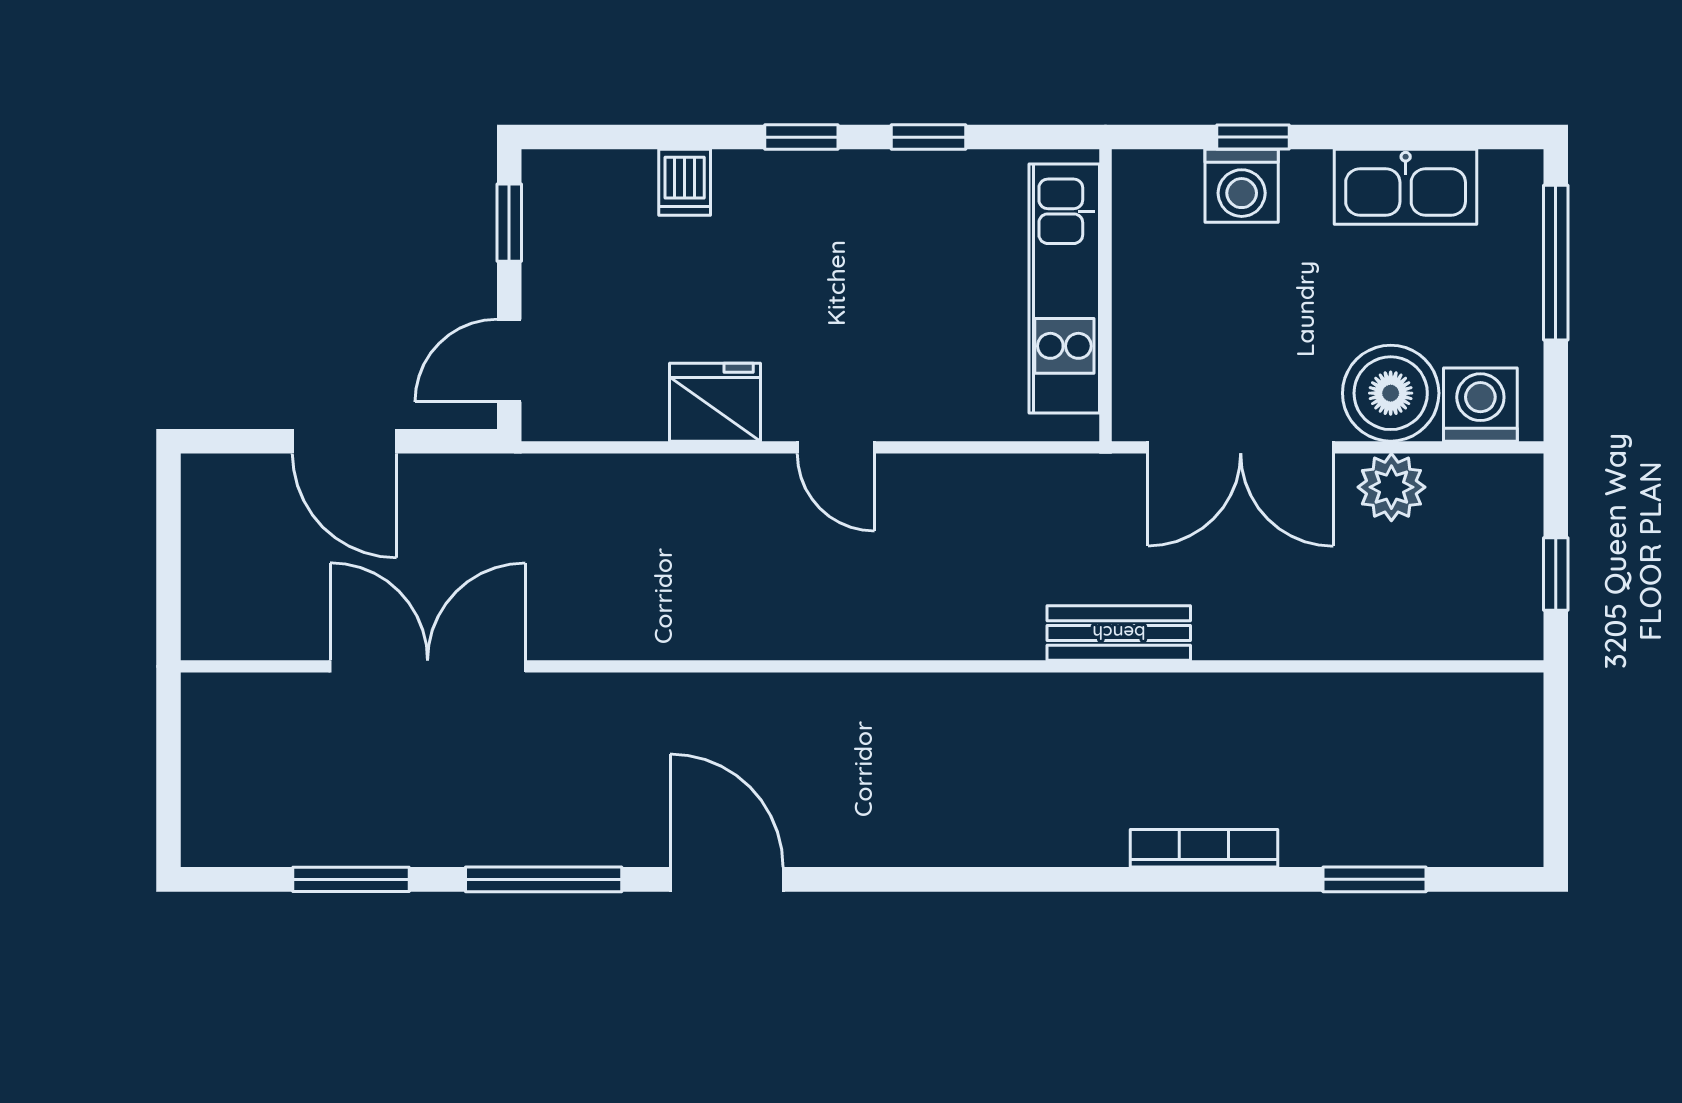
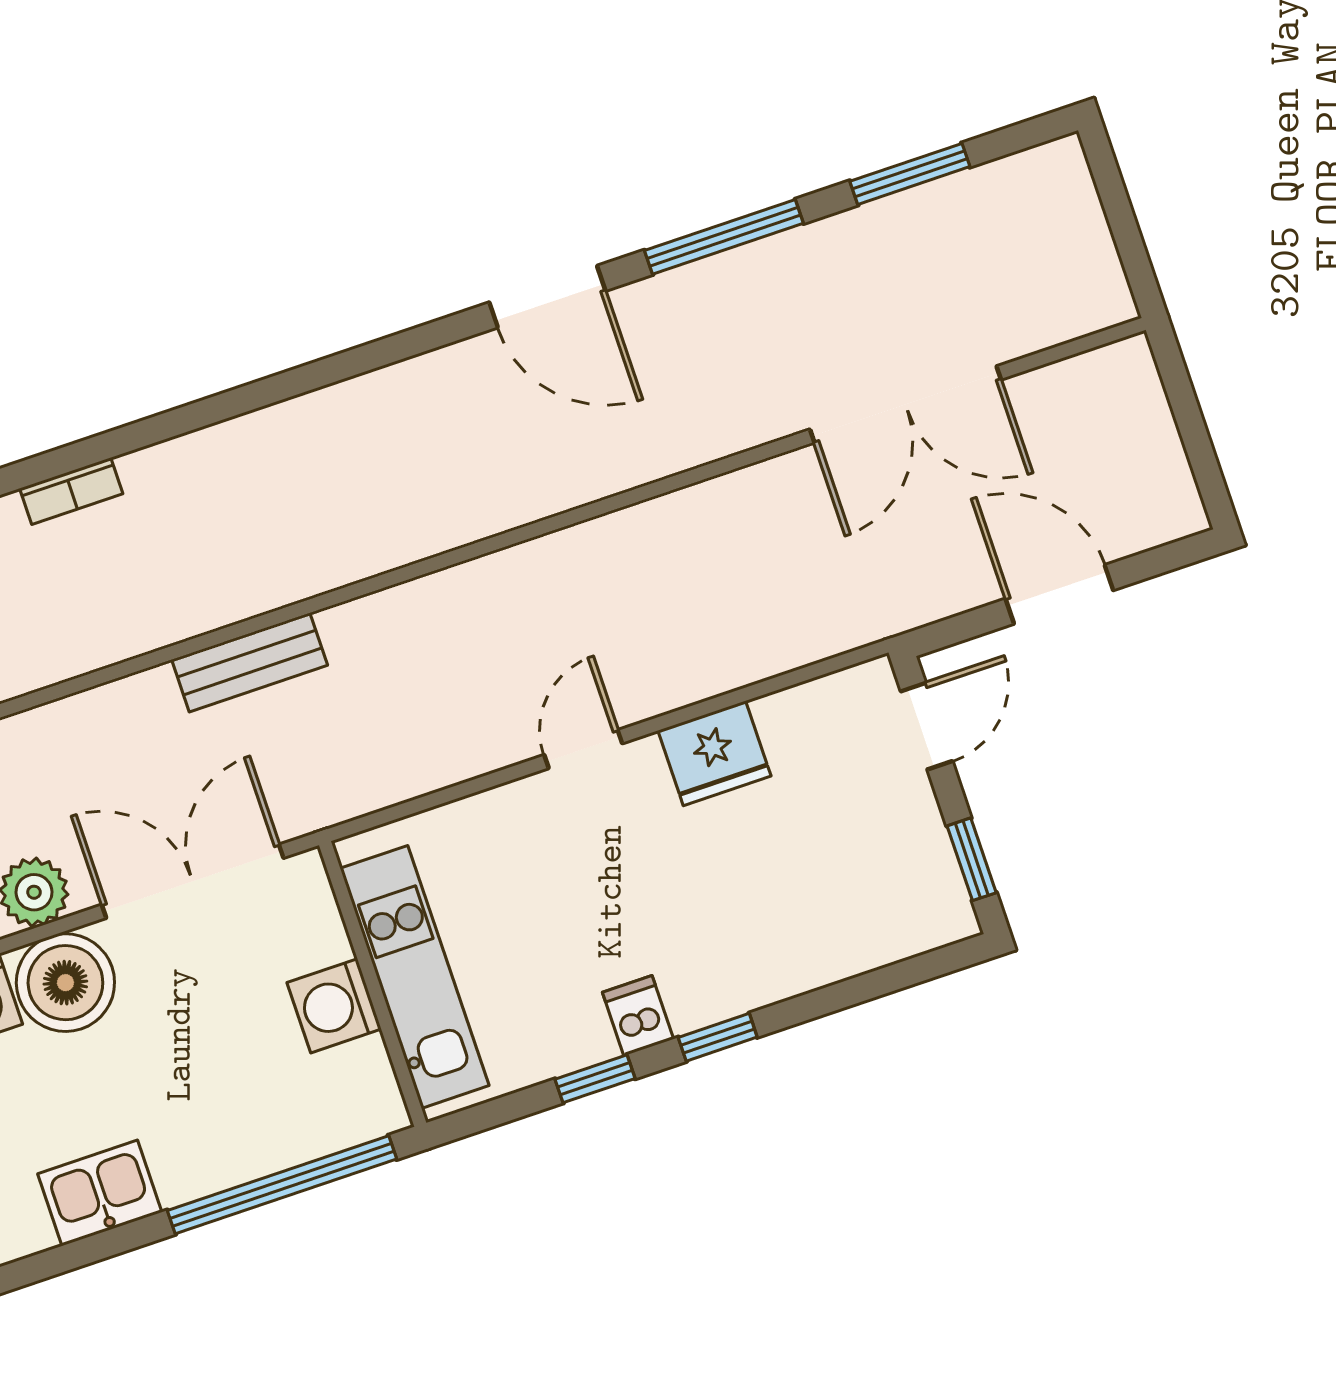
window: (1253, 137) -> (282, 1185), width x3.17
dishwasher: (685, 182) -> (638, 1016), moved
washing machine: (1242, 186) -> (334, 1006), moved, turned -90
kitchen sink: (1406, 187) -> (100, 1193), width x0.73
door: (836, 447) -> (583, 749), hinge flipped
bookcase: (1204, 848) -> (71, 491), width x0.64

